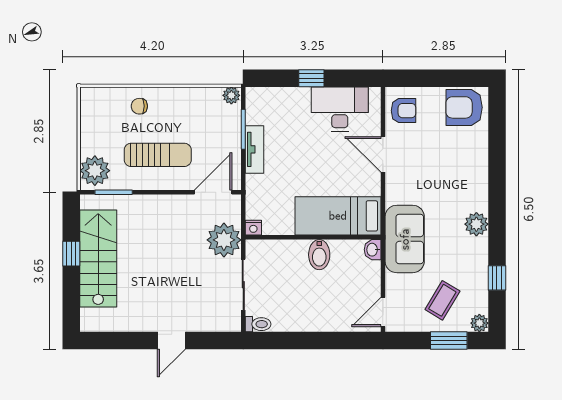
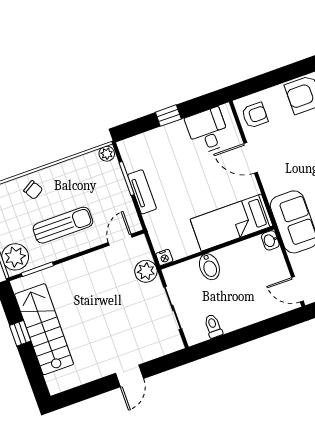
chair: (139, 106) -> (33, 190), turned -121
desk: (340, 109) -> (208, 131), width x0.73
door: (213, 192) -> (120, 240), width x0.73
plant: (224, 240) -> (146, 271), width x0.73, depth x0.73
bidet: (319, 255) -> (209, 267), moved
door: (383, 312) -> (297, 289), hinge flipped
toilet: (258, 324) -> (213, 326), moved, turned -90

